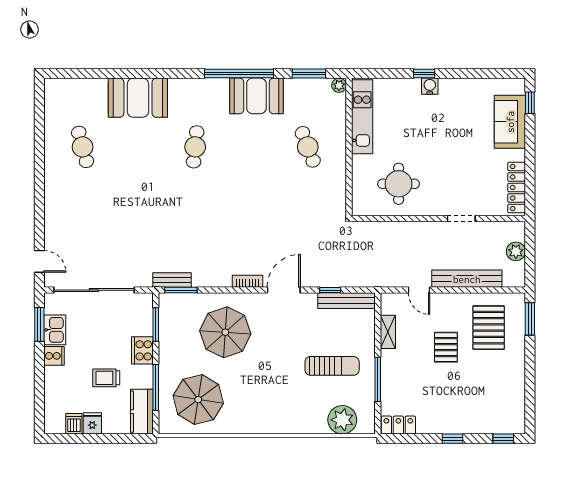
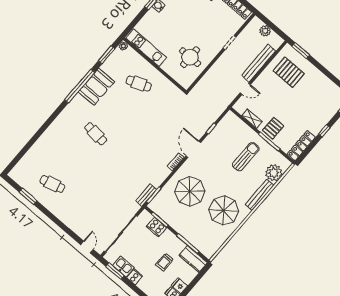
booth: (138, 98) -> (52, 140), removed
window: (39, 129) -> (28, 196), added
door: (39, 261) -> (87, 247), hinge flipped
bench: (346, 301) -> (260, 195), moved
pallet: (446, 347) -> (273, 128), moved, turned 90
cooker: (142, 350) -> (156, 227), moved
parasol: (198, 400) -> (224, 210), moved
locker: (398, 425) -> (301, 146), width x1.53

